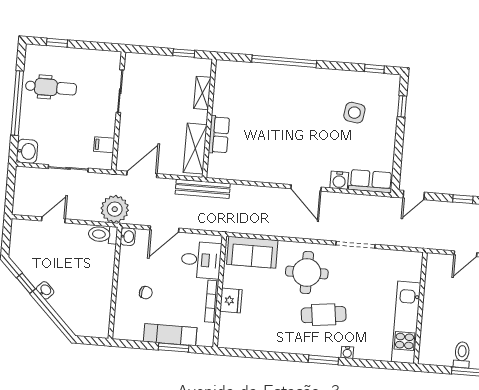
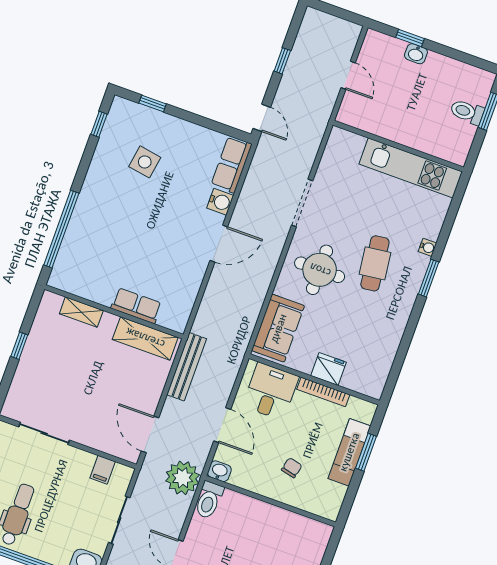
shelving: (202, 93) -> (81, 312), moved
wall: (209, 118) -> (114, 312), moved
row of seats: (219, 135) -> (136, 306), moved
shelving: (195, 149) -> (145, 338), moved

